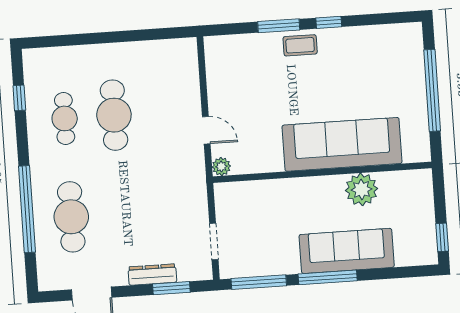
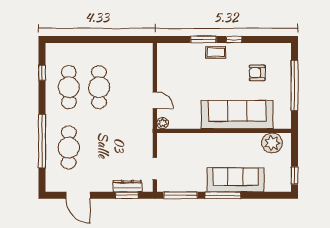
armchair: (370, 74) -> (257, 73), added
cafe table: (65, 118) -> (69, 87), width x1.37, depth x1.35
plant: (362, 189) -> (272, 143), moved
dresser: (152, 275) -> (127, 186), moved

